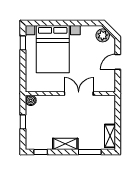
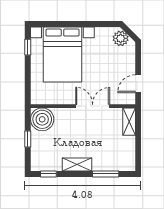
door: (118, 62) -> (138, 84), moved
boiler: (31, 100) -> (42, 119), width x1.86, depth x1.86
shelving: (110, 136) -> (129, 122), moved

